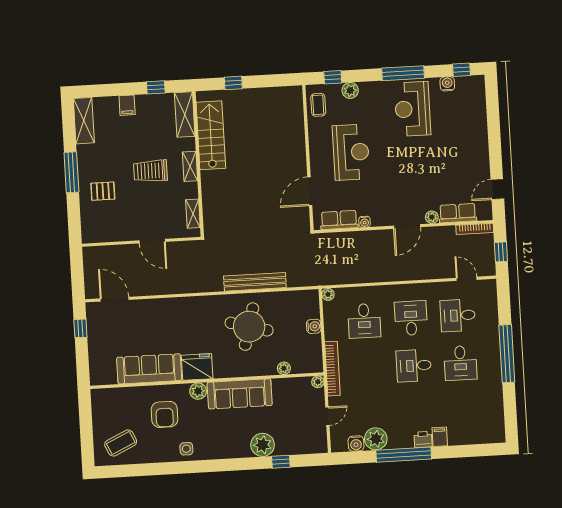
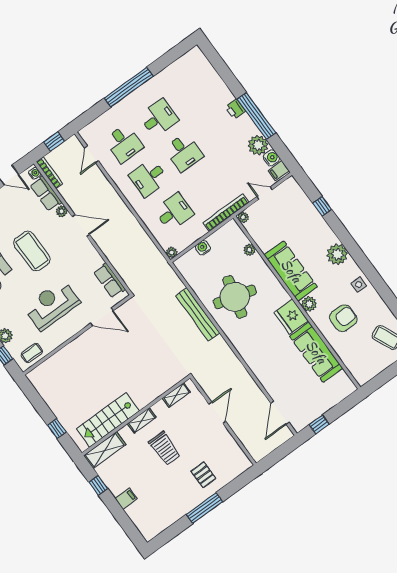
shelving: (84, 121) -> (159, 524), removed
coffee table: (413, 166) -> (32, 251), added
water cooler: (365, 222) -> (35, 173), moved
filing cabinet: (440, 437) -> (279, 171), moved
plant: (263, 445) -> (337, 254), moved

